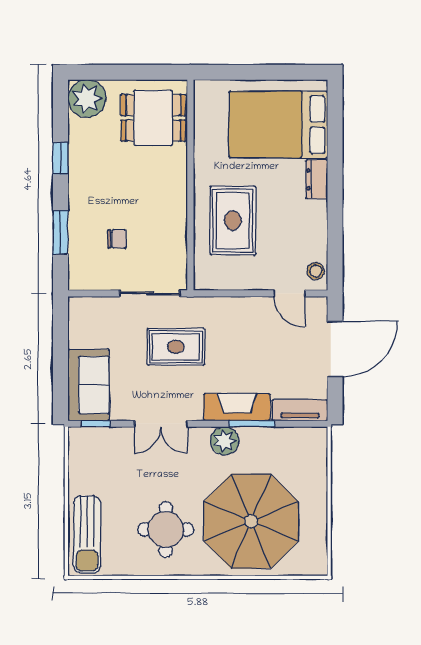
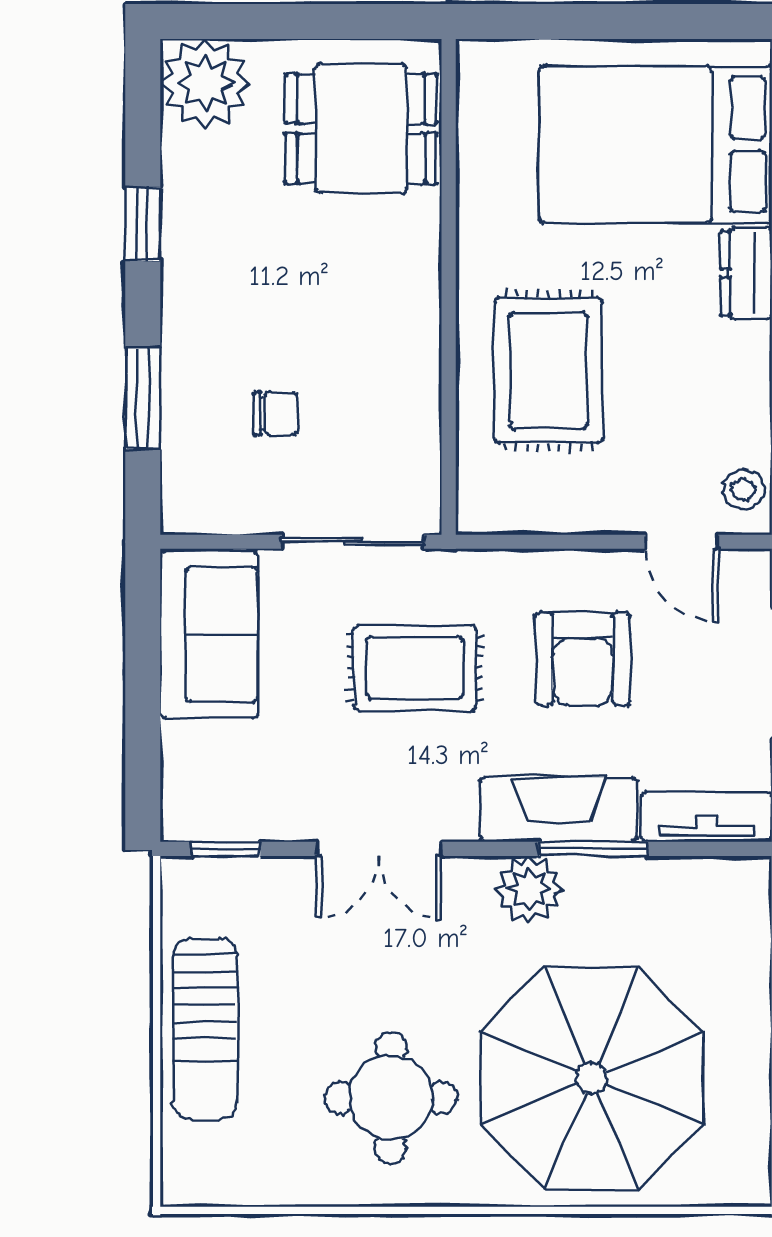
armchair: (247, 343) -> (583, 659), added
sofa: (89, 385) -> (209, 634), moved
sun lounger: (87, 535) -> (205, 1029), moved

